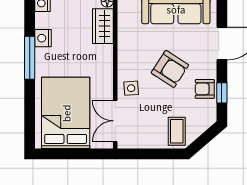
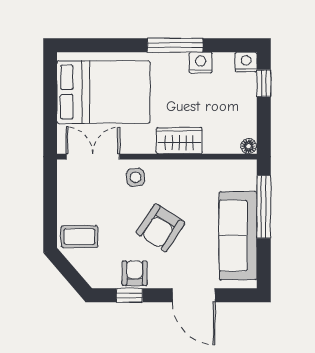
wardrobe: (103, 26) -> (179, 141), moved

